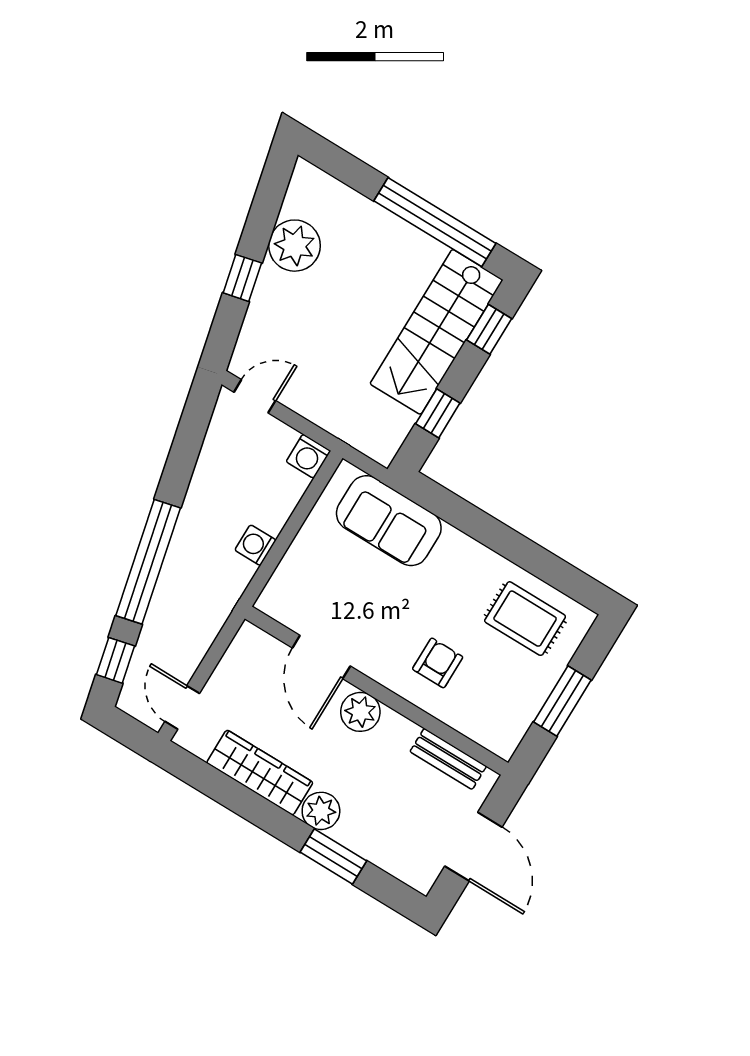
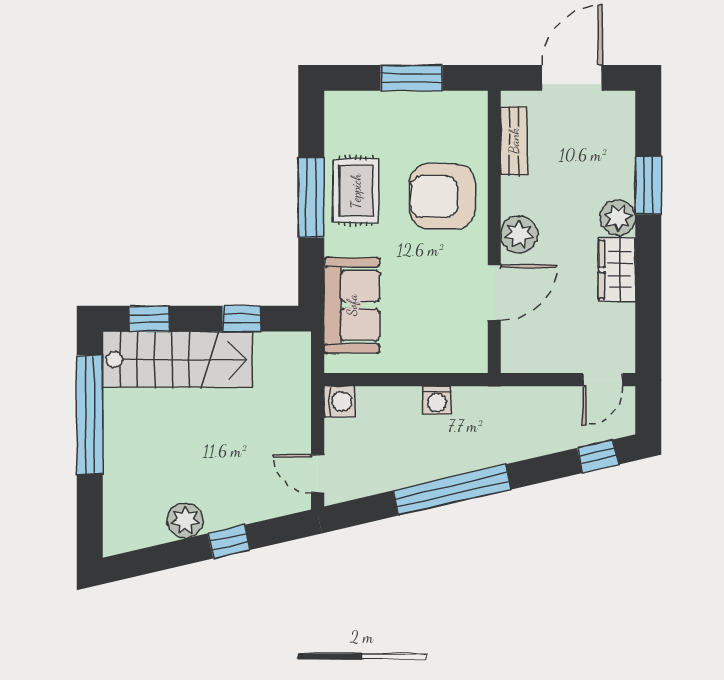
plant: (295, 246) -> (185, 520), width x0.73, depth x0.73
window: (509, 544) -> (311, 197), added
window: (148, 562) -> (452, 490), moved
rug: (525, 619) -> (356, 191), moved
armchair: (438, 663) -> (442, 196), width x1.88, depth x1.88
wardrobe: (260, 773) -> (617, 270), width x0.67

